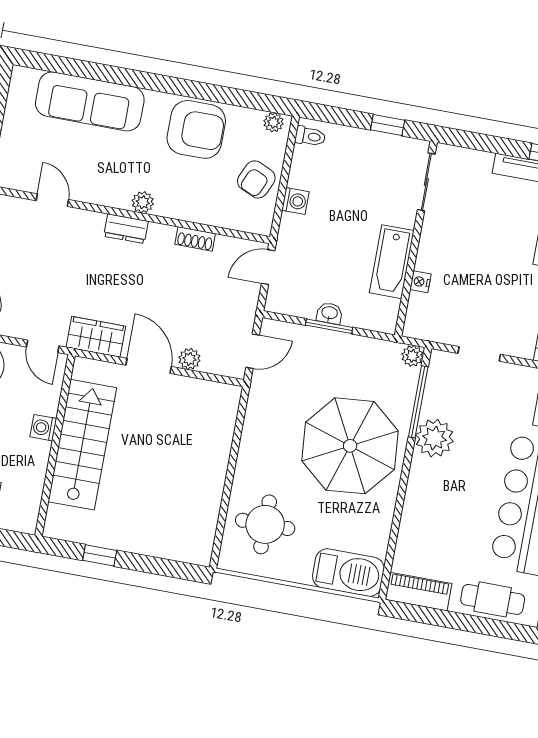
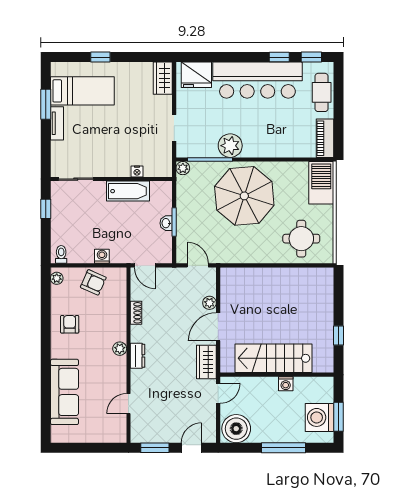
armchair: (196, 129) -> (70, 324), width x0.53, depth x0.53
washing machine: (43, 428) -> (286, 384), moved

